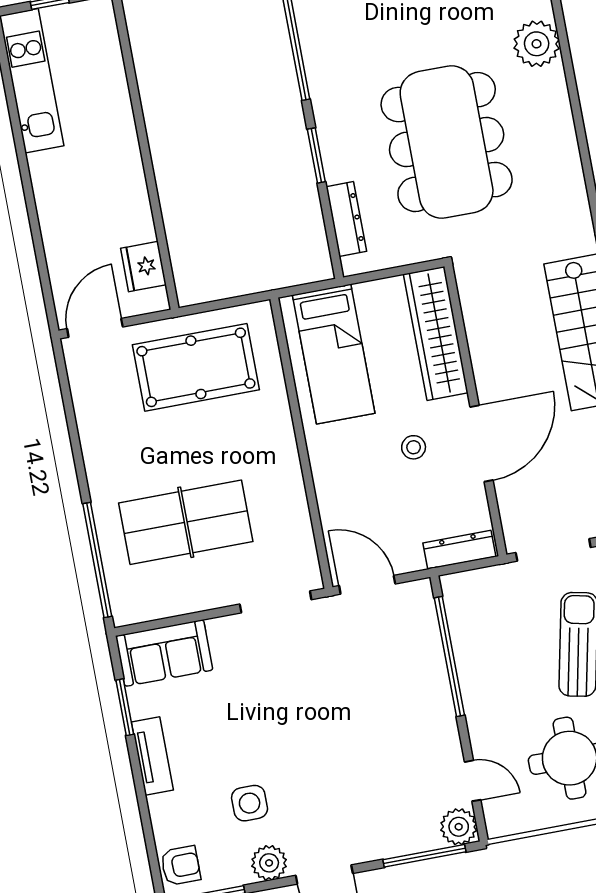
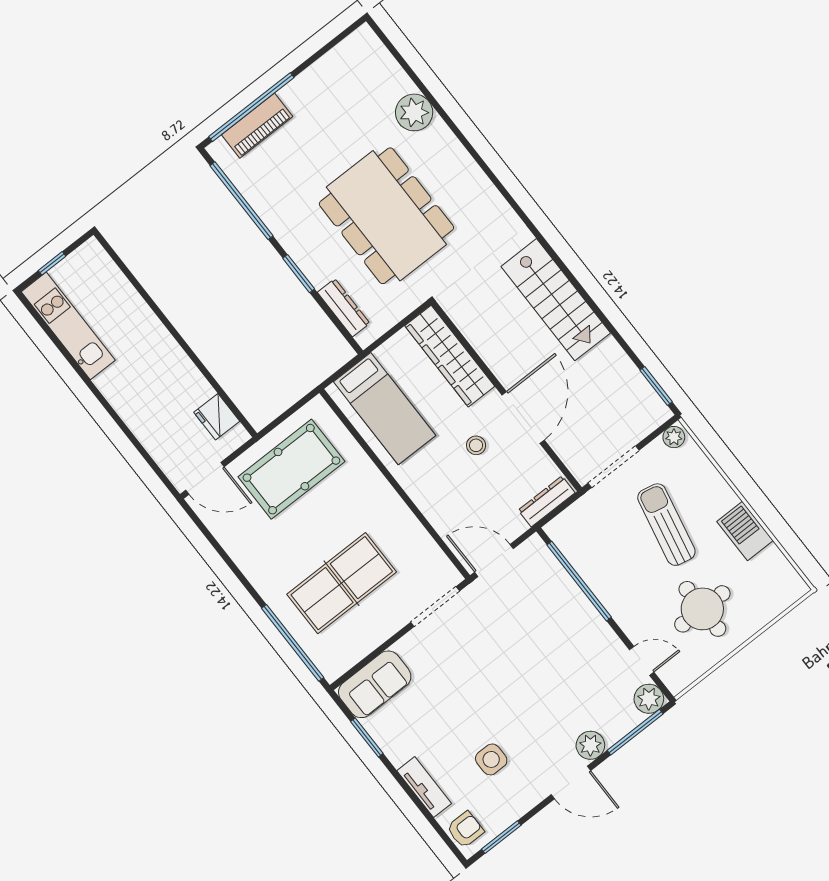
door: (95, 328) -> (205, 478), swing flipped
tv unit: (152, 756) -> (424, 787), moved
plant: (269, 863) -> (590, 745), moved

